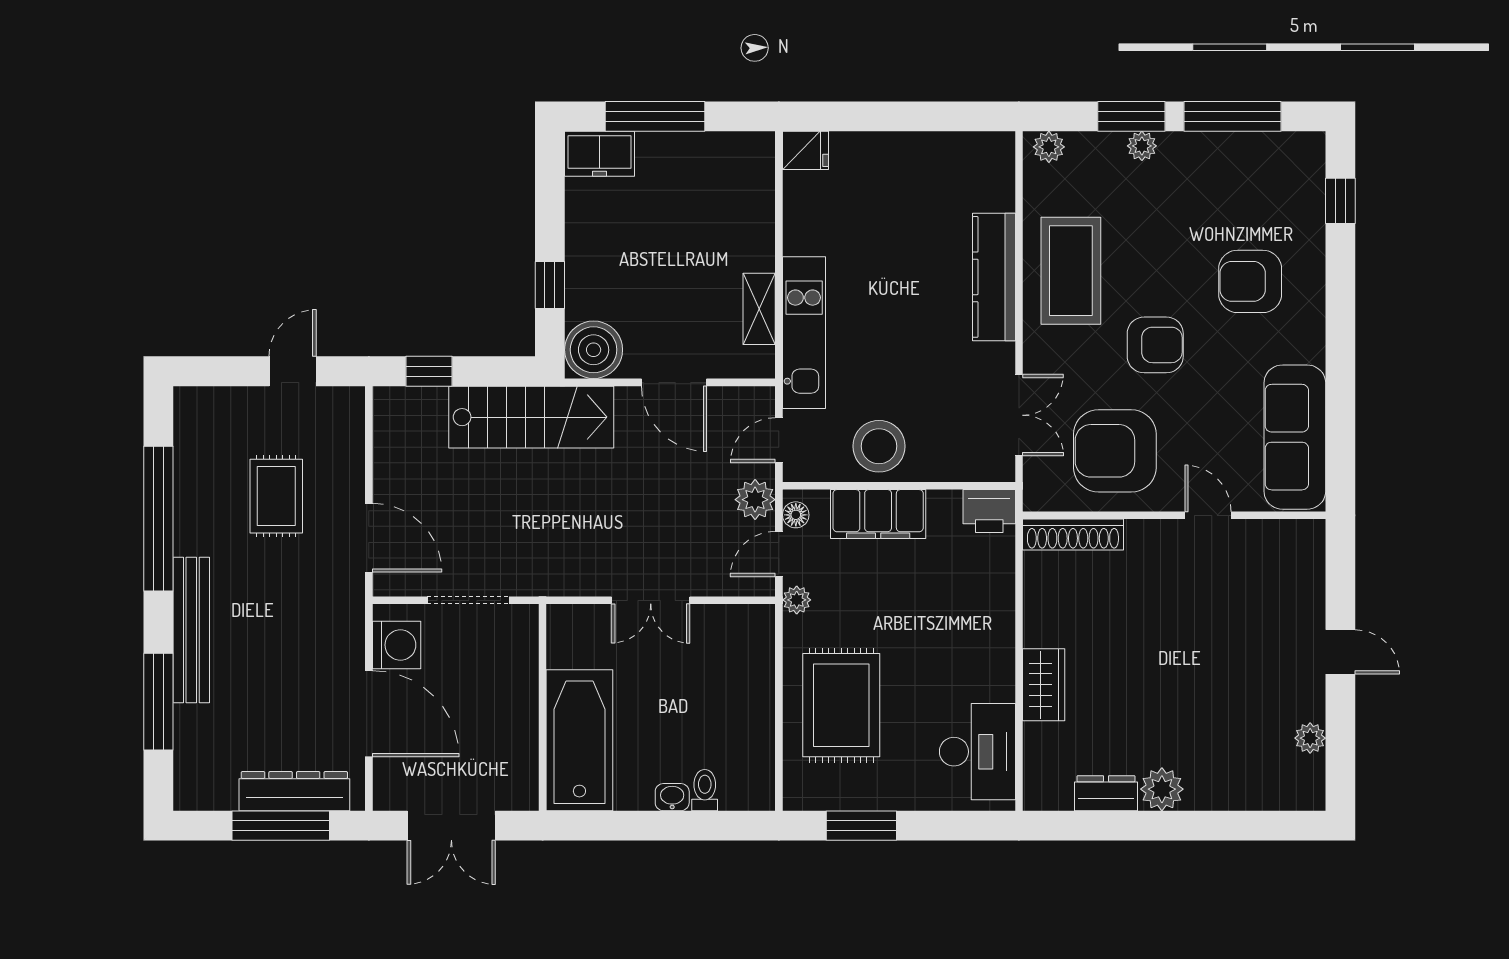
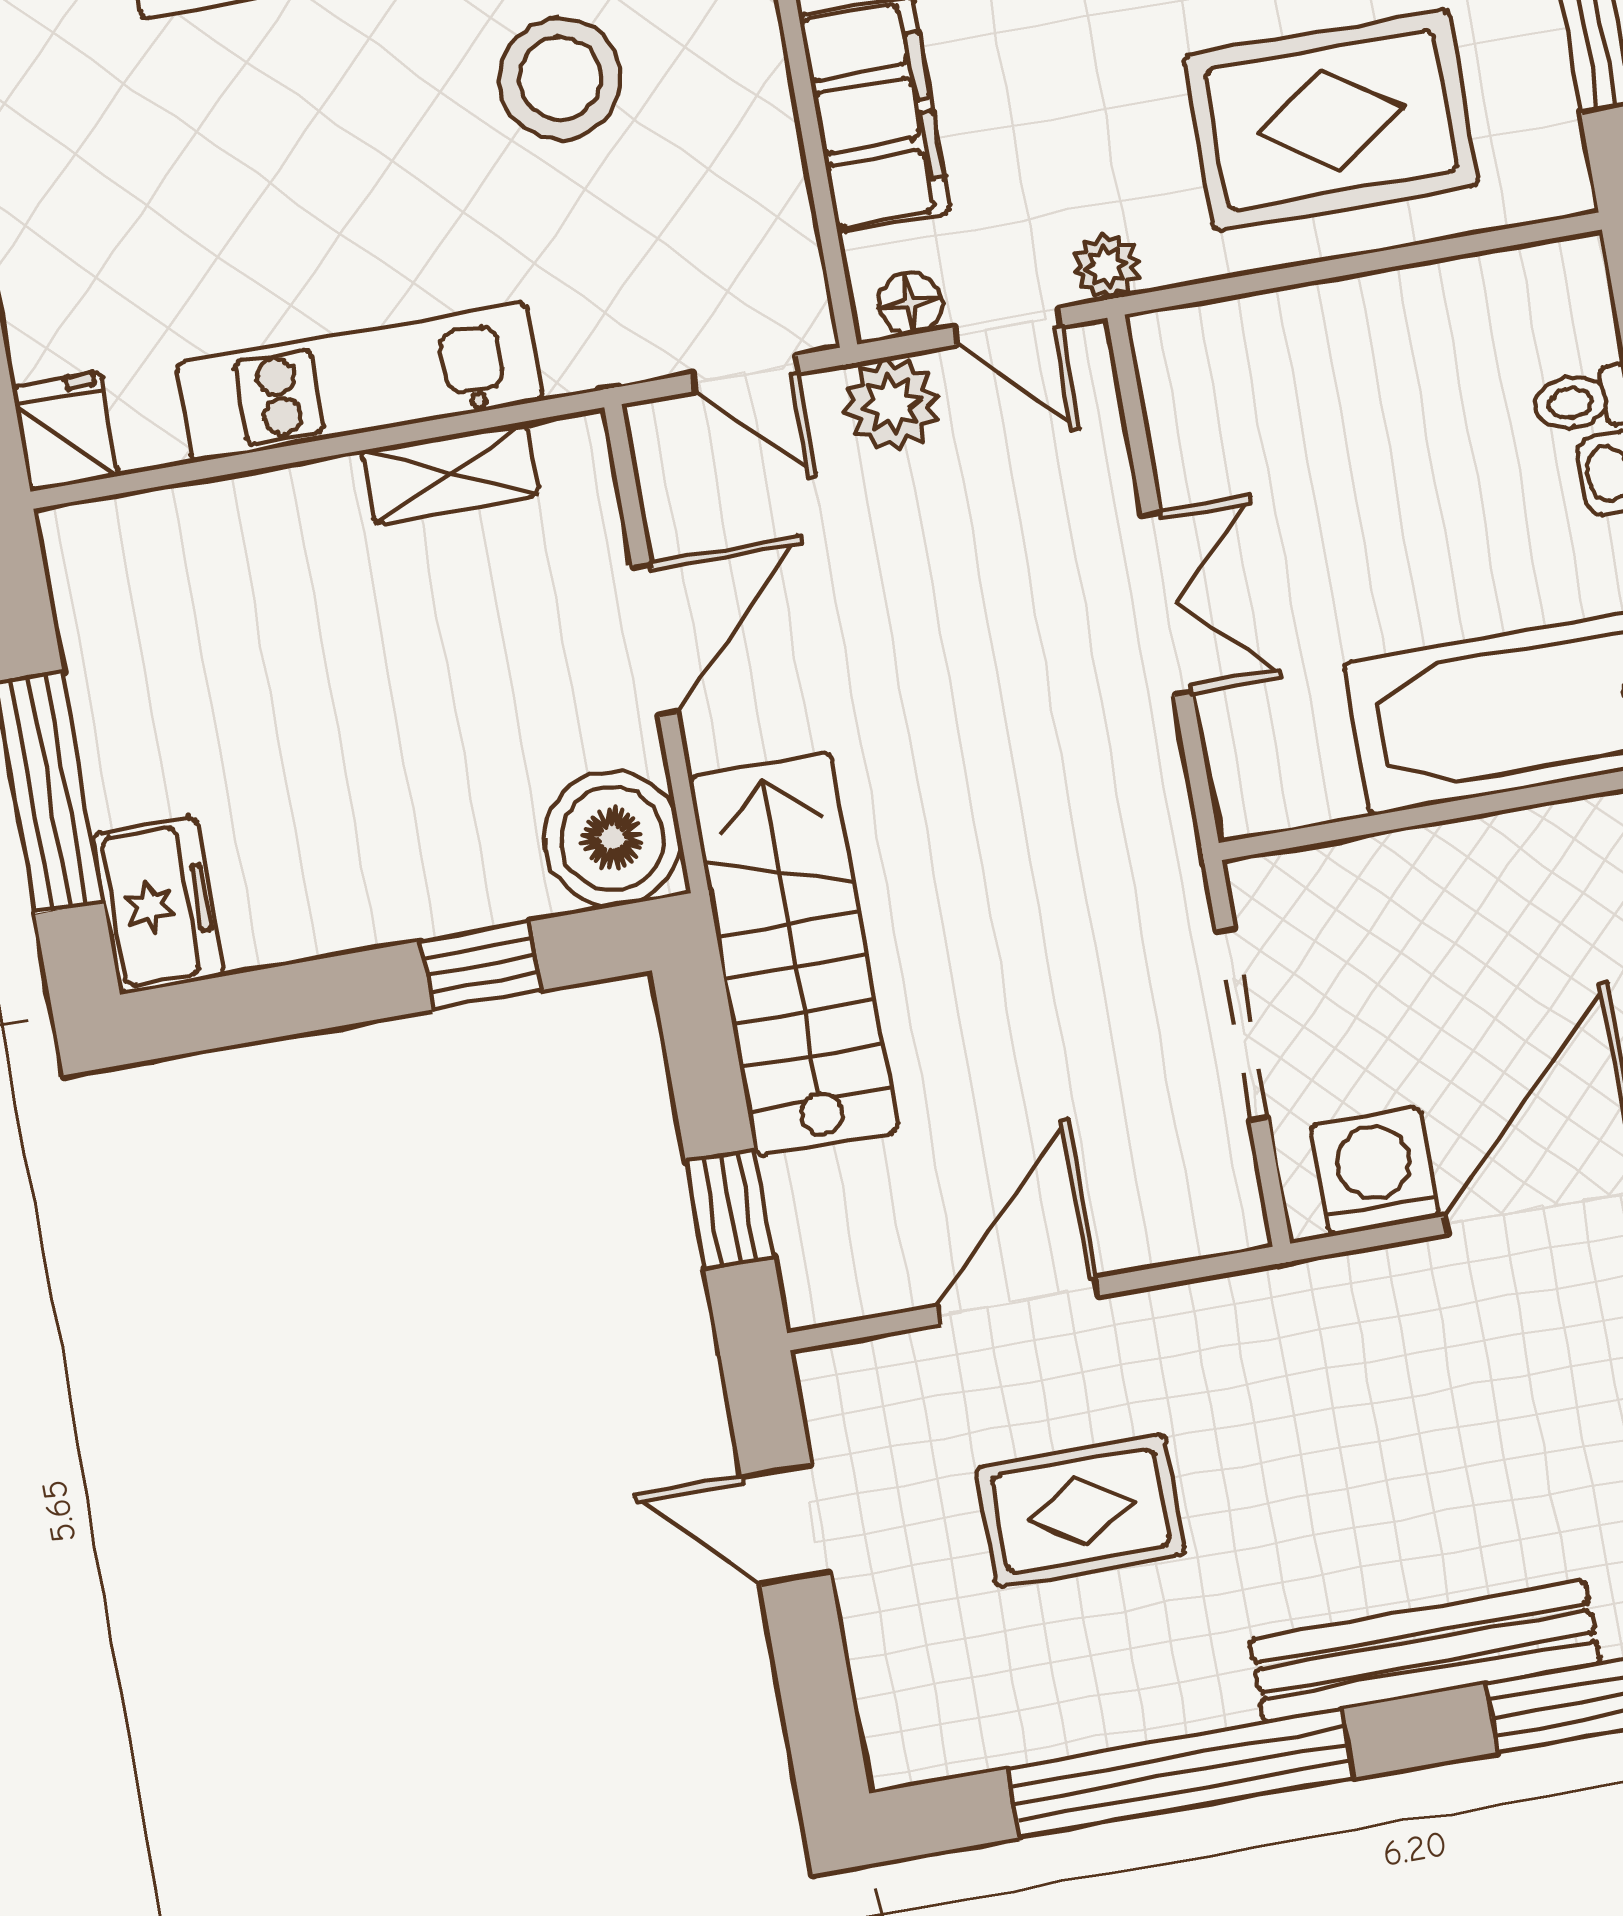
kitchen unit: (804, 333) -> (360, 382), moved
stool: (879, 446) -> (560, 79), moved
door: (369, 538) -> (1018, 1301), moved

